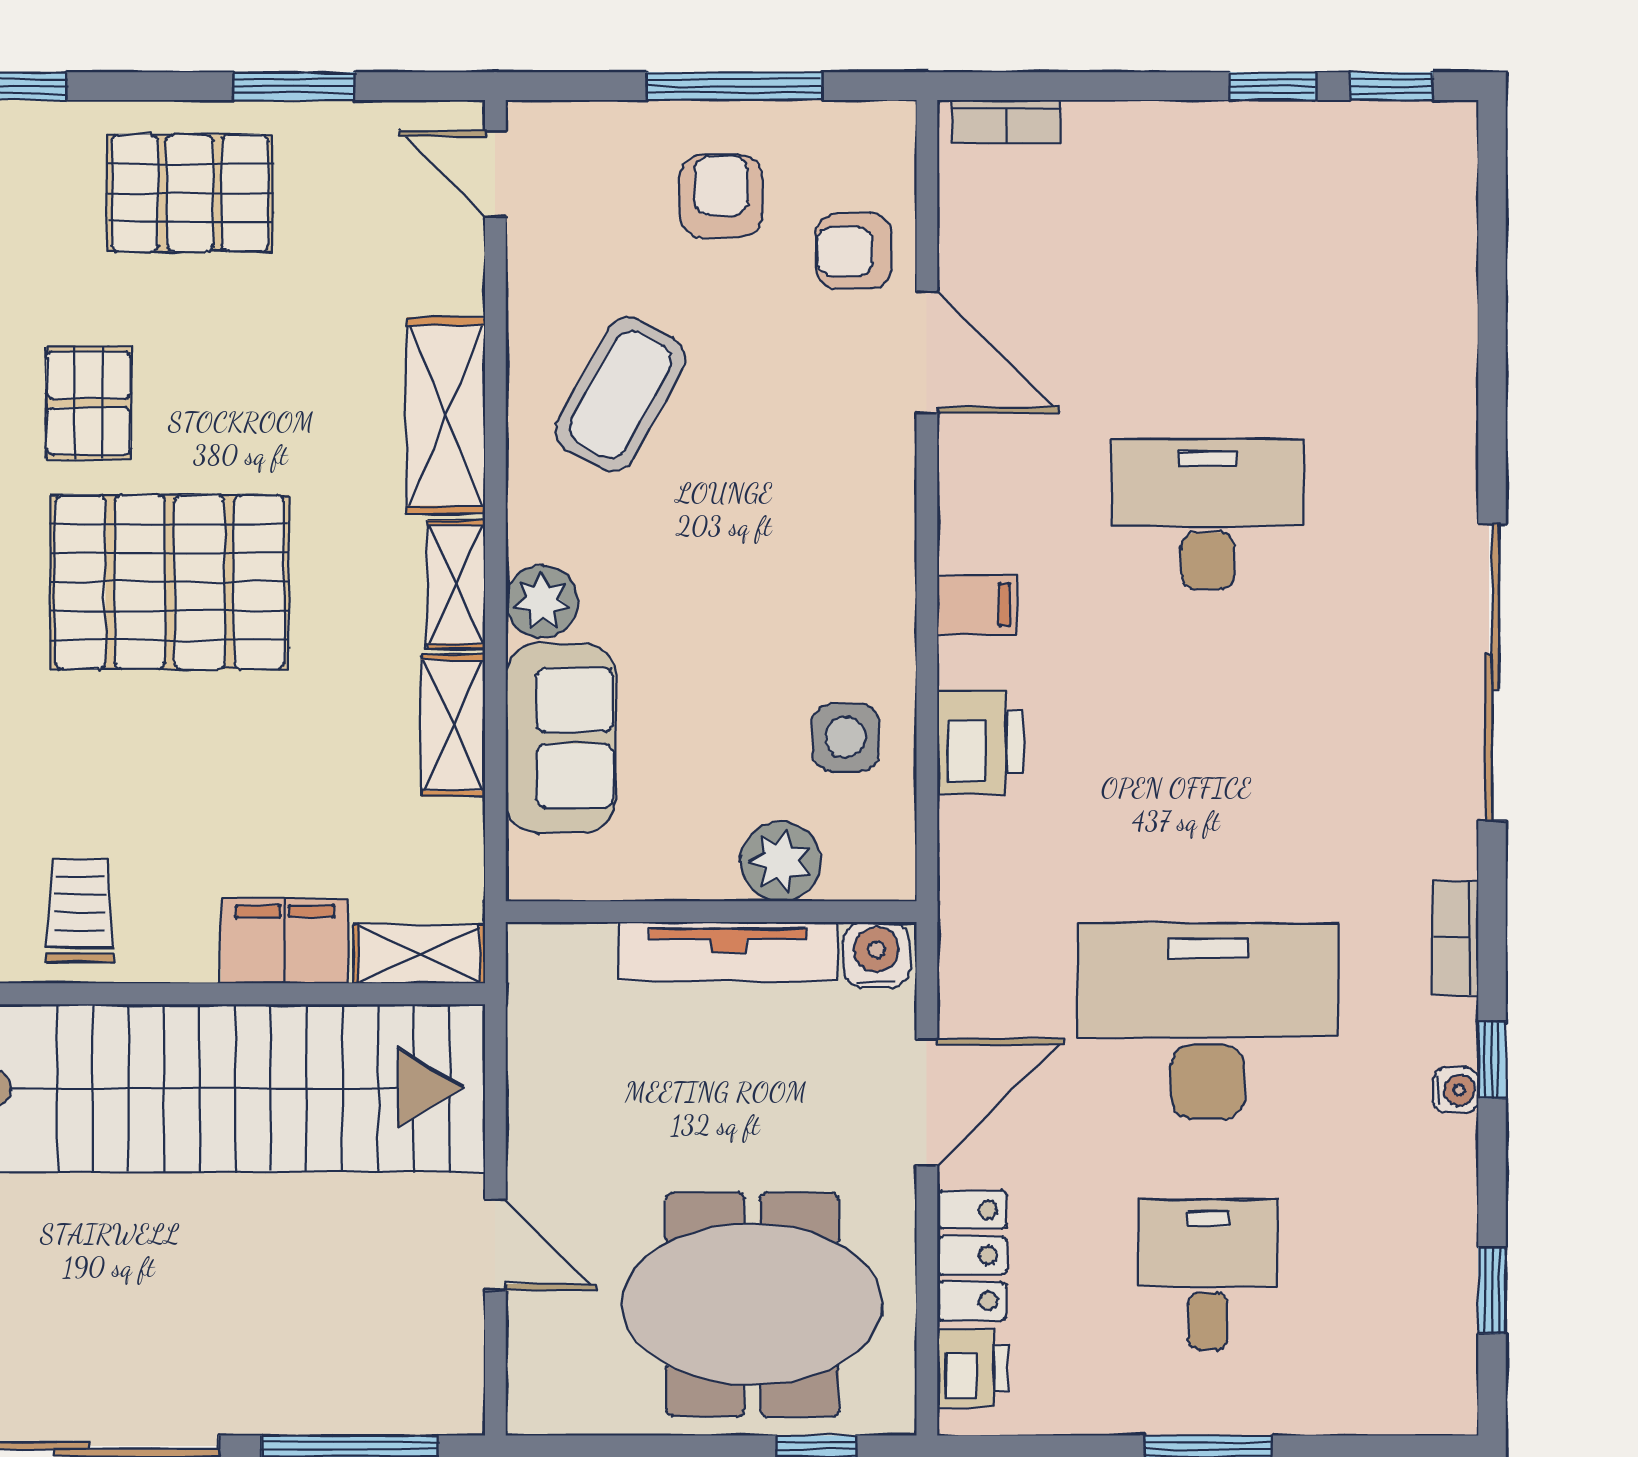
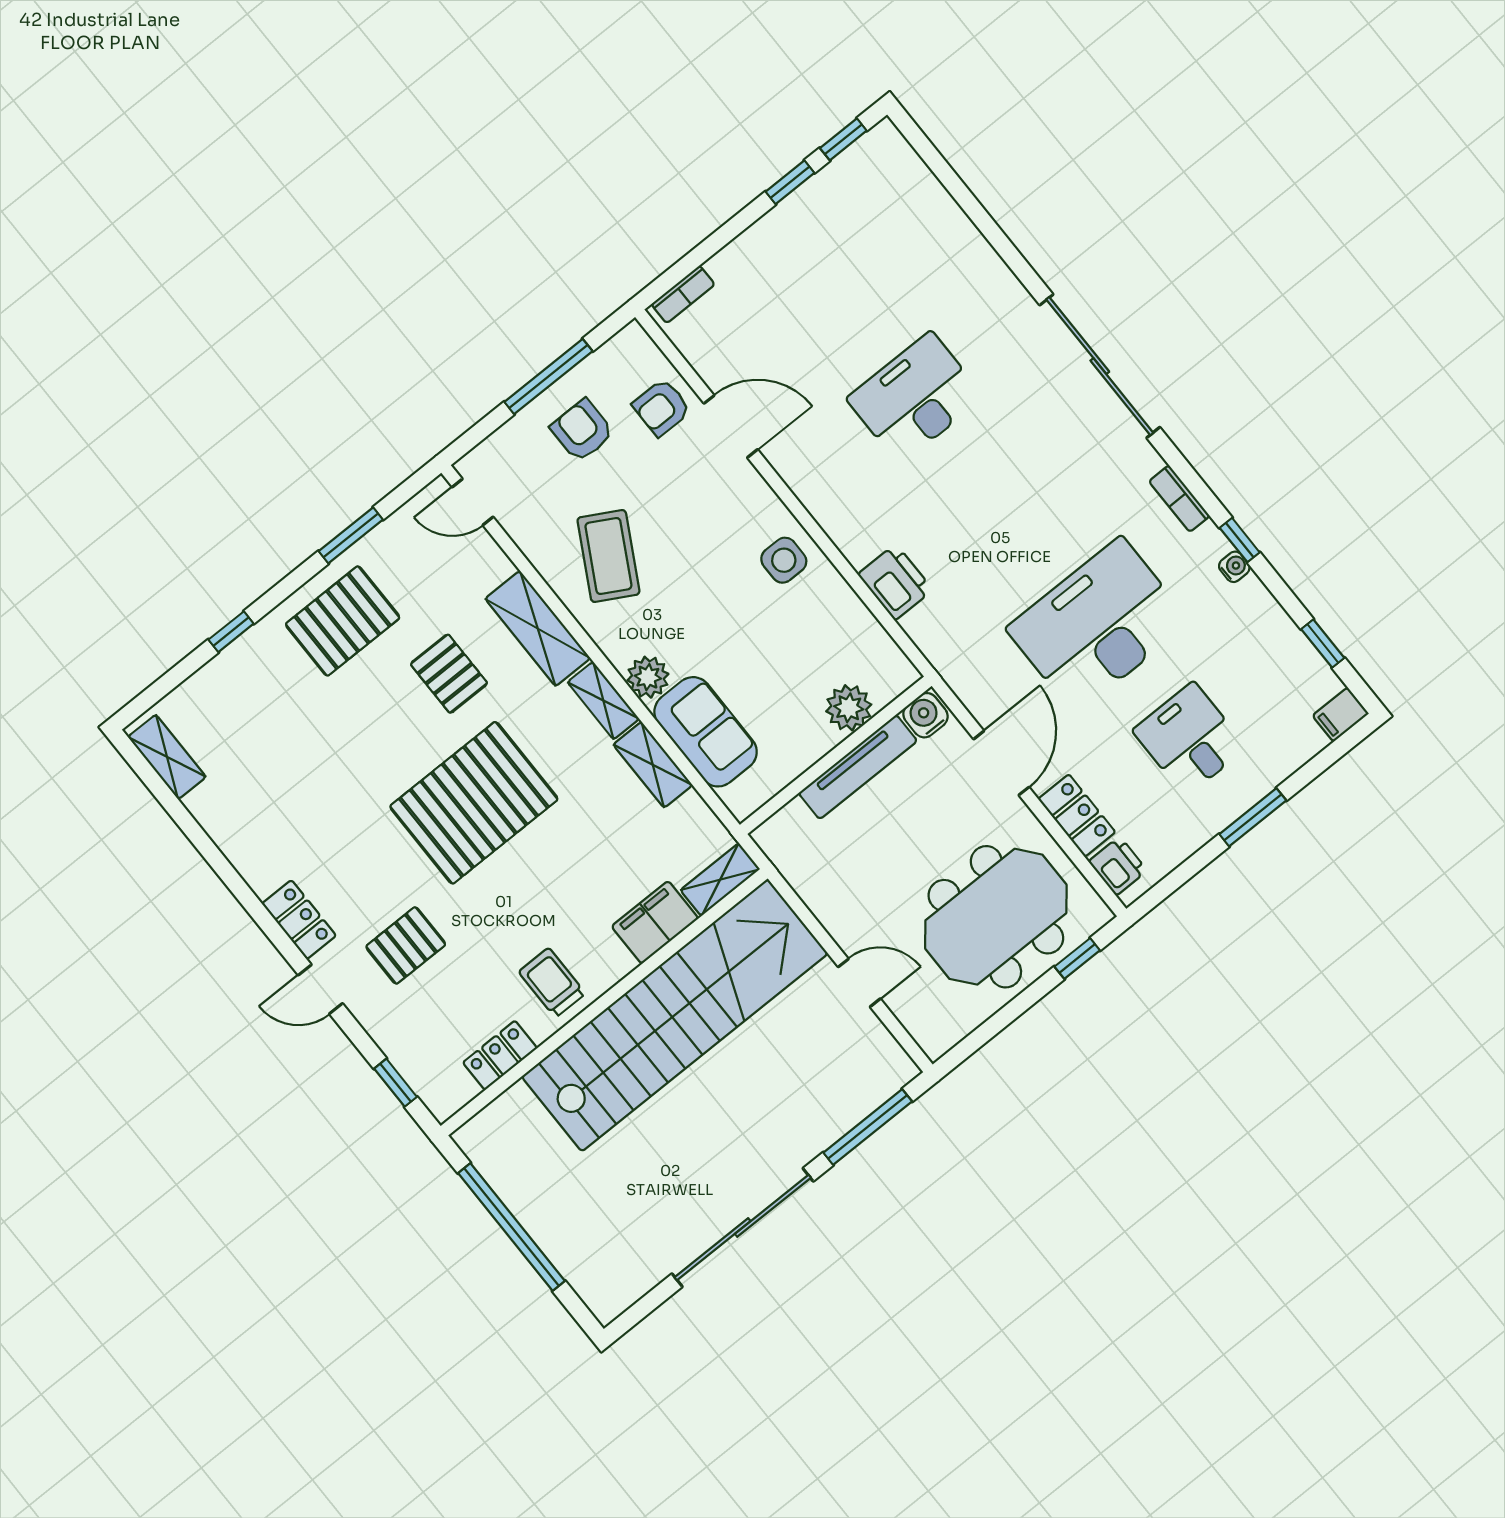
pallet: (89, 403) -> (449, 674), moved
filing cabinet: (977, 605) -> (1341, 715), moved, turned 180
side table: (846, 737) -> (784, 560), moved

